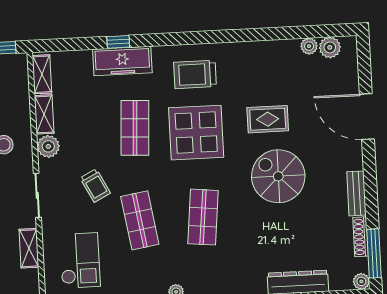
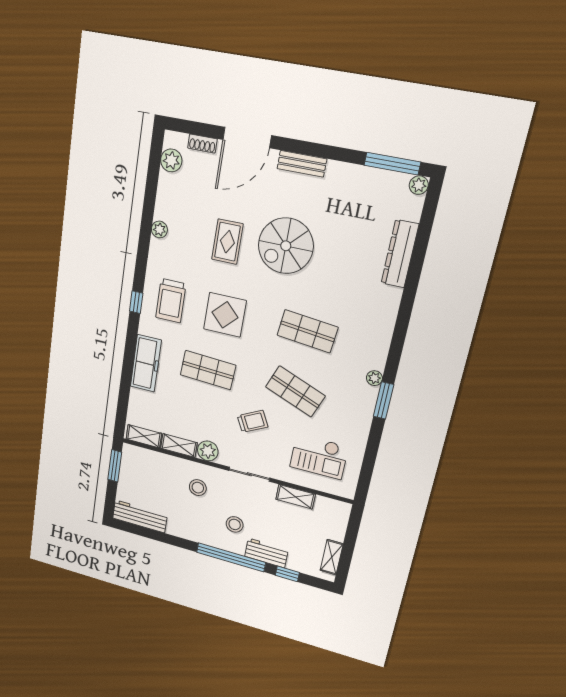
window: (118, 42) -> (136, 302), moved
plant: (309, 46) -> (159, 229), moved
display table: (196, 133) -> (225, 315), width x0.73, depth x0.73
bench: (357, 193) -> (302, 164), moved
shop shelf: (140, 220) -> (295, 391), turned 30
shoe rack: (361, 237) -> (202, 143), moved, width x0.70
checkout: (80, 260) -> (319, 457), turned 180

